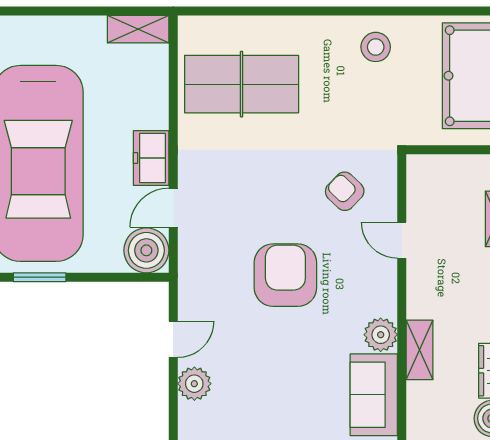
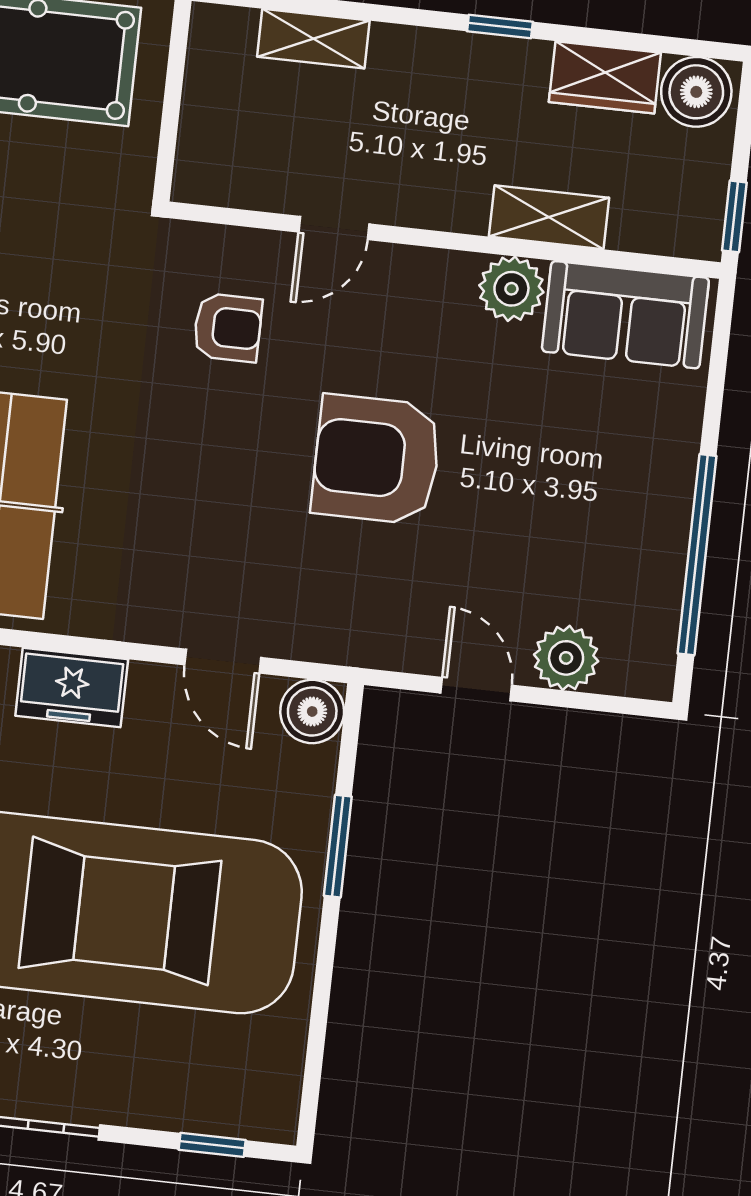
freezer: (151, 158) -> (72, 687), moved
armchair: (345, 191) -> (228, 328), turned -134
boiler: (146, 250) -> (312, 711), width x0.73, depth x0.73
window: (40, 277) -> (338, 846), moved

